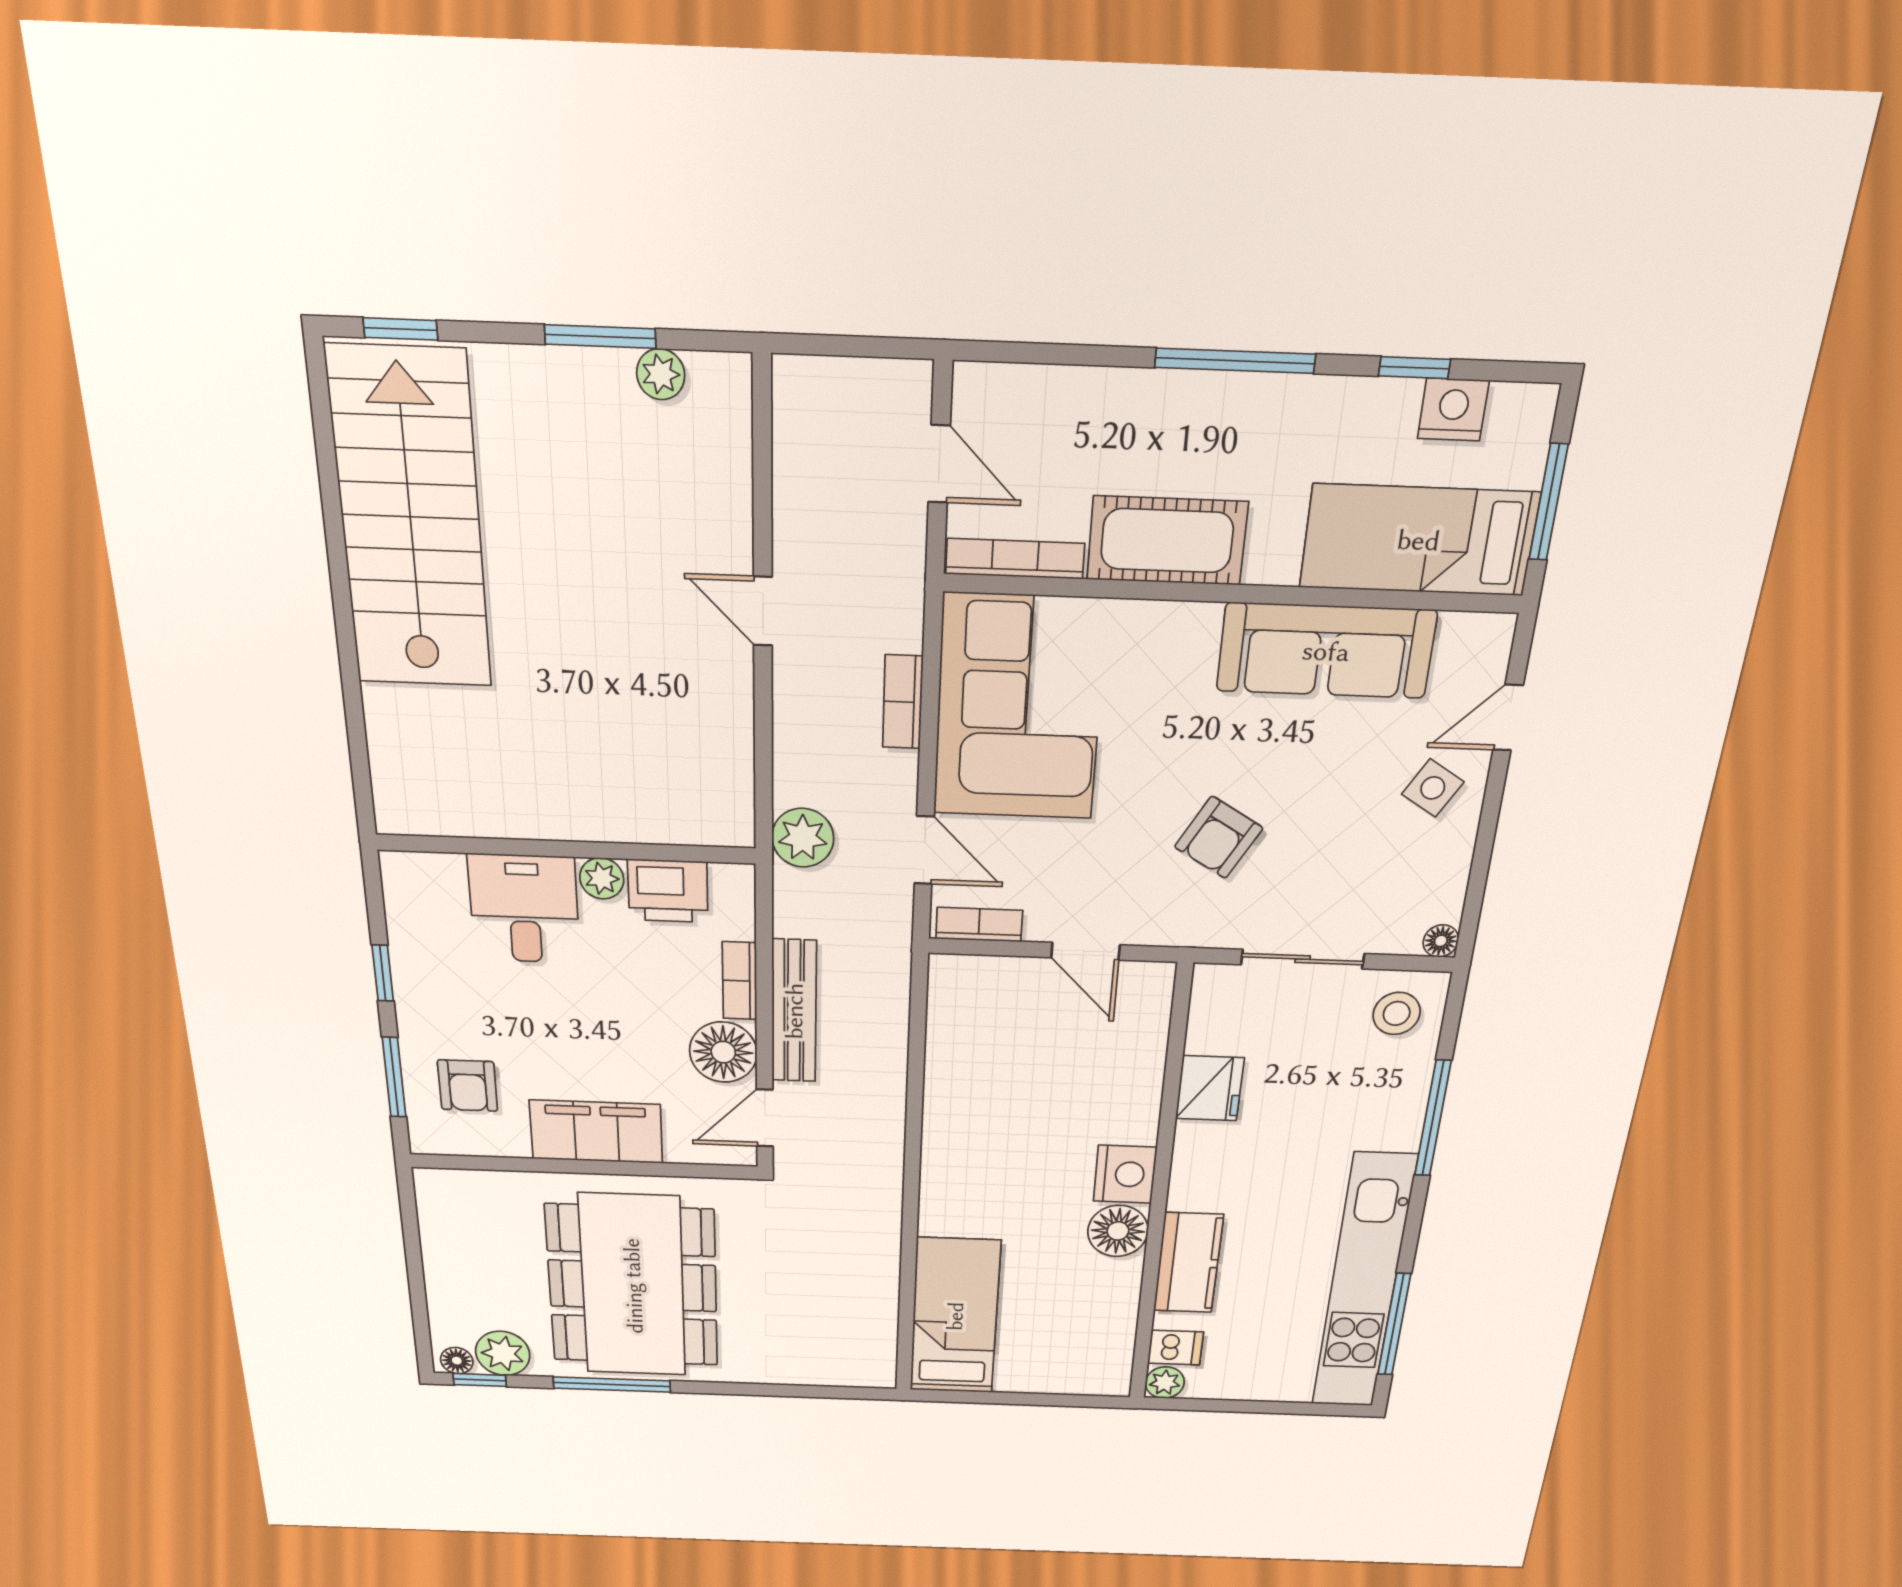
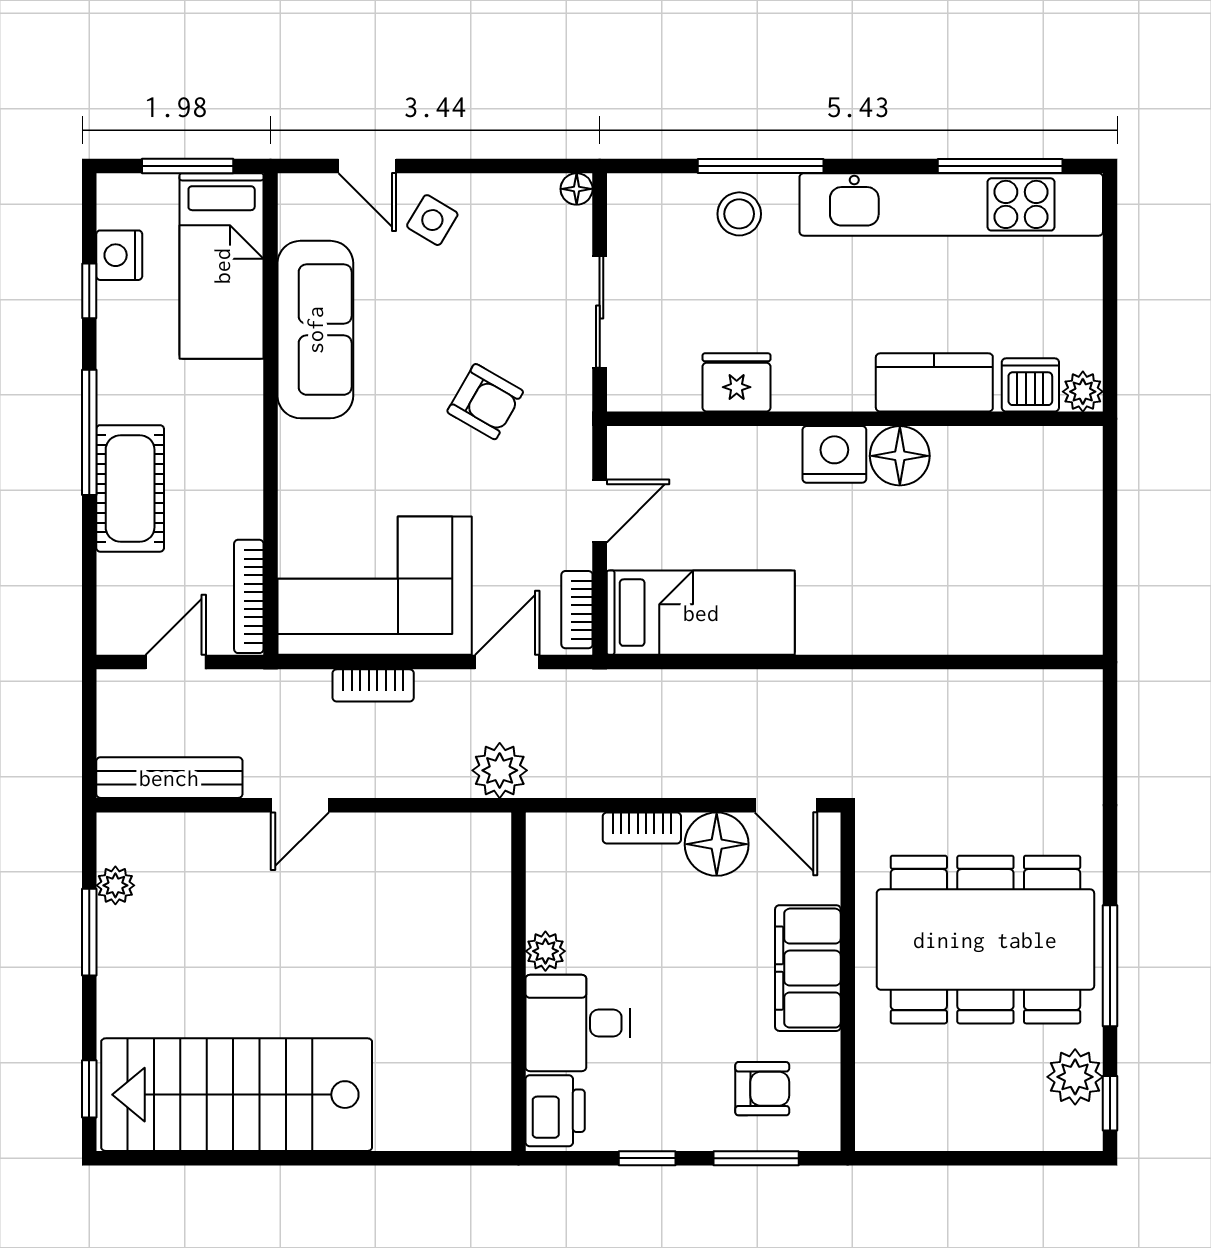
cot: (1167, 541) -> (130, 488), moved
printer: (668, 891) -> (555, 1111), moved
bench: (794, 1011) -> (169, 778), moved
stool: (1397, 1013) -> (739, 214), moved
bed: (955, 1316) -> (701, 613), moved, turned 180
dishwasher: (1175, 1348) -> (1030, 385), width x1.38
floor lamp: (457, 1361) -> (1086, 1125), removed

